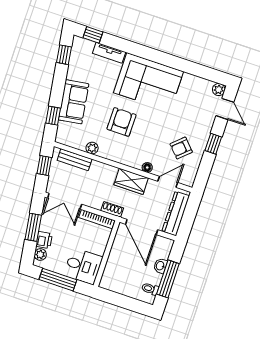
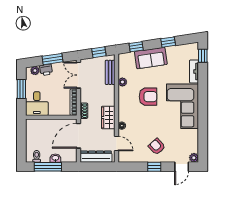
window: (64, 55) -> (168, 42), moved
armchair: (181, 148) -> (157, 147), moved
window: (58, 280) -> (21, 89), width x0.69

